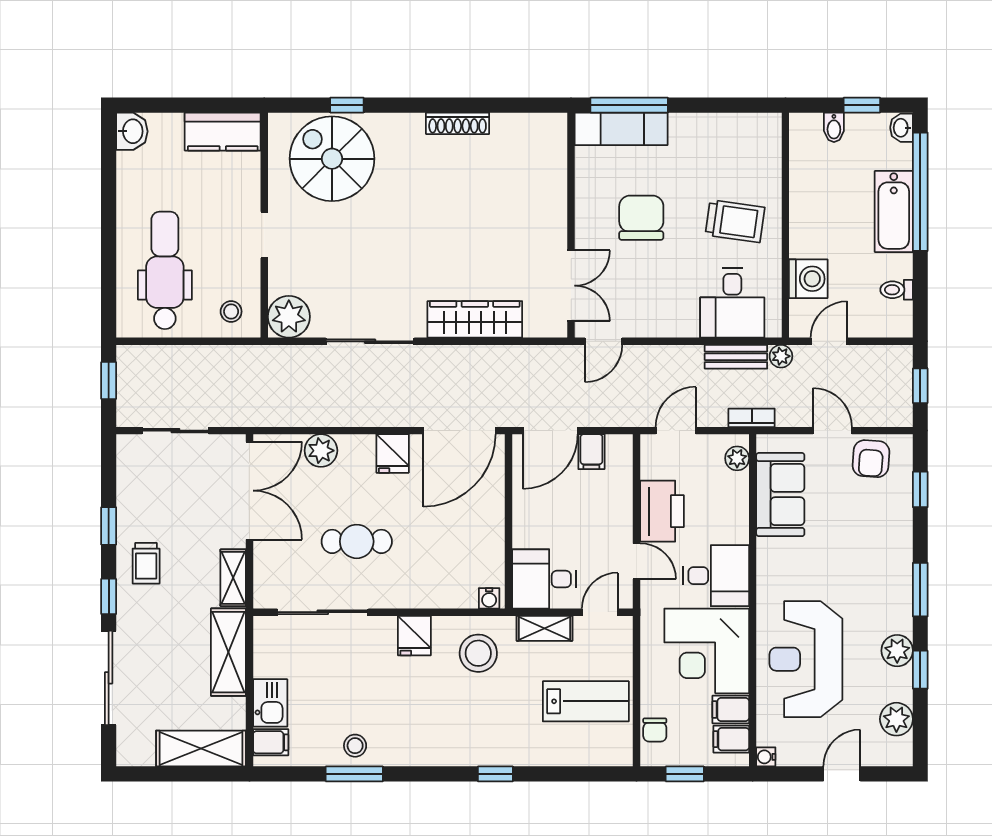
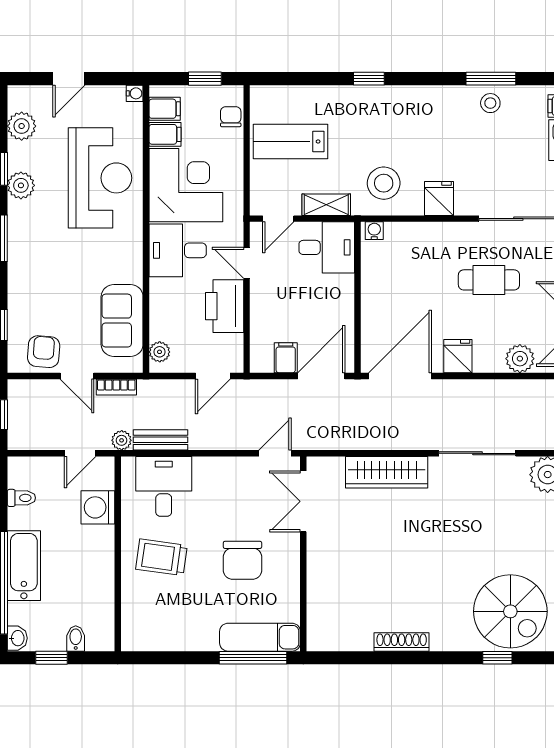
bookcase: (752, 418) -> (116, 387), moved

